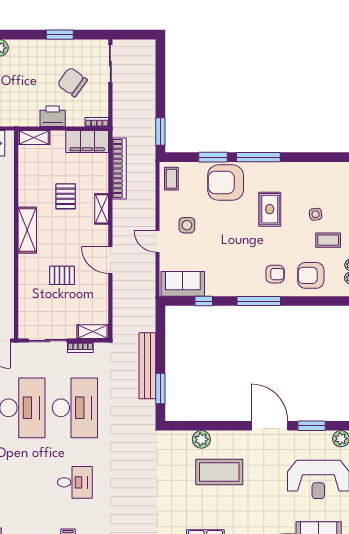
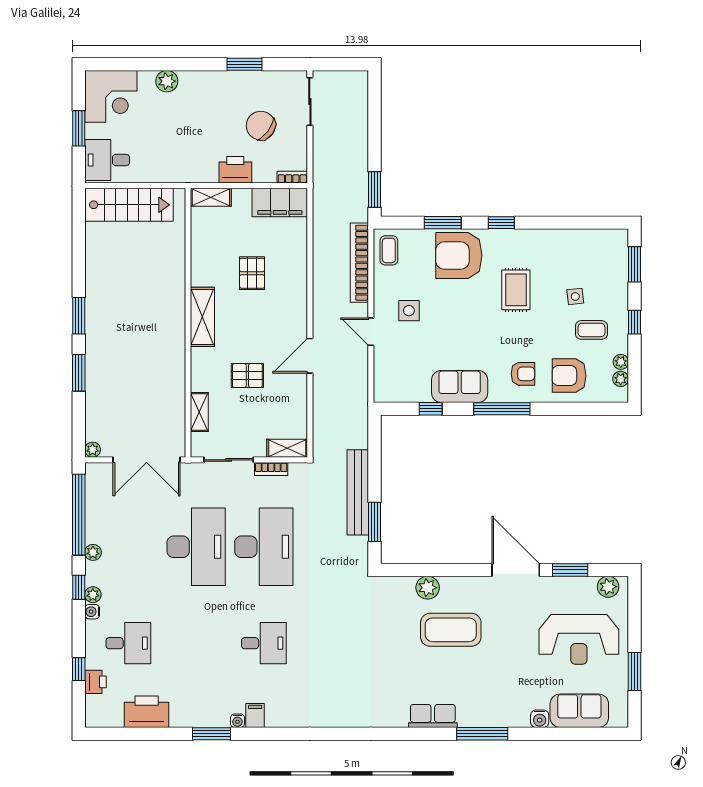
window: (258, 157) -> (501, 223), width x0.46
bookcase: (119, 168) -> (359, 263), moved, turned 180
shelving: (102, 209) -> (199, 412), moved
door: (110, 260) -> (310, 356), hinge flipped
sofa: (183, 284) -> (460, 386), moved

